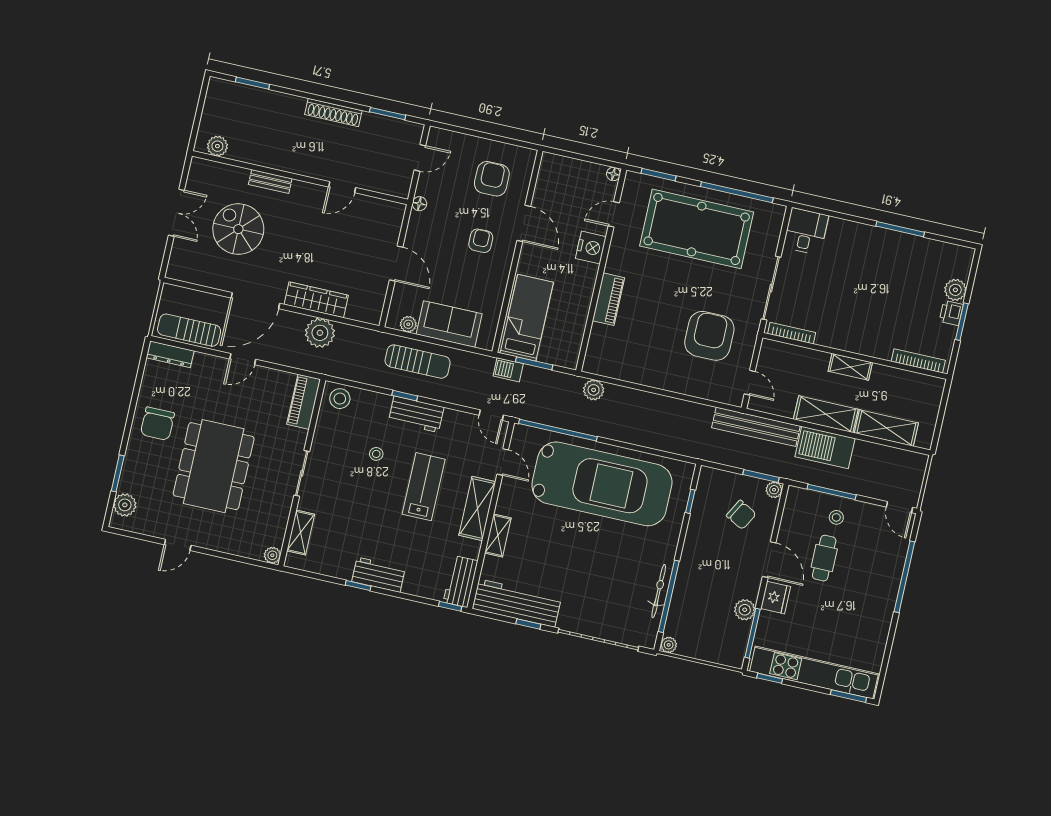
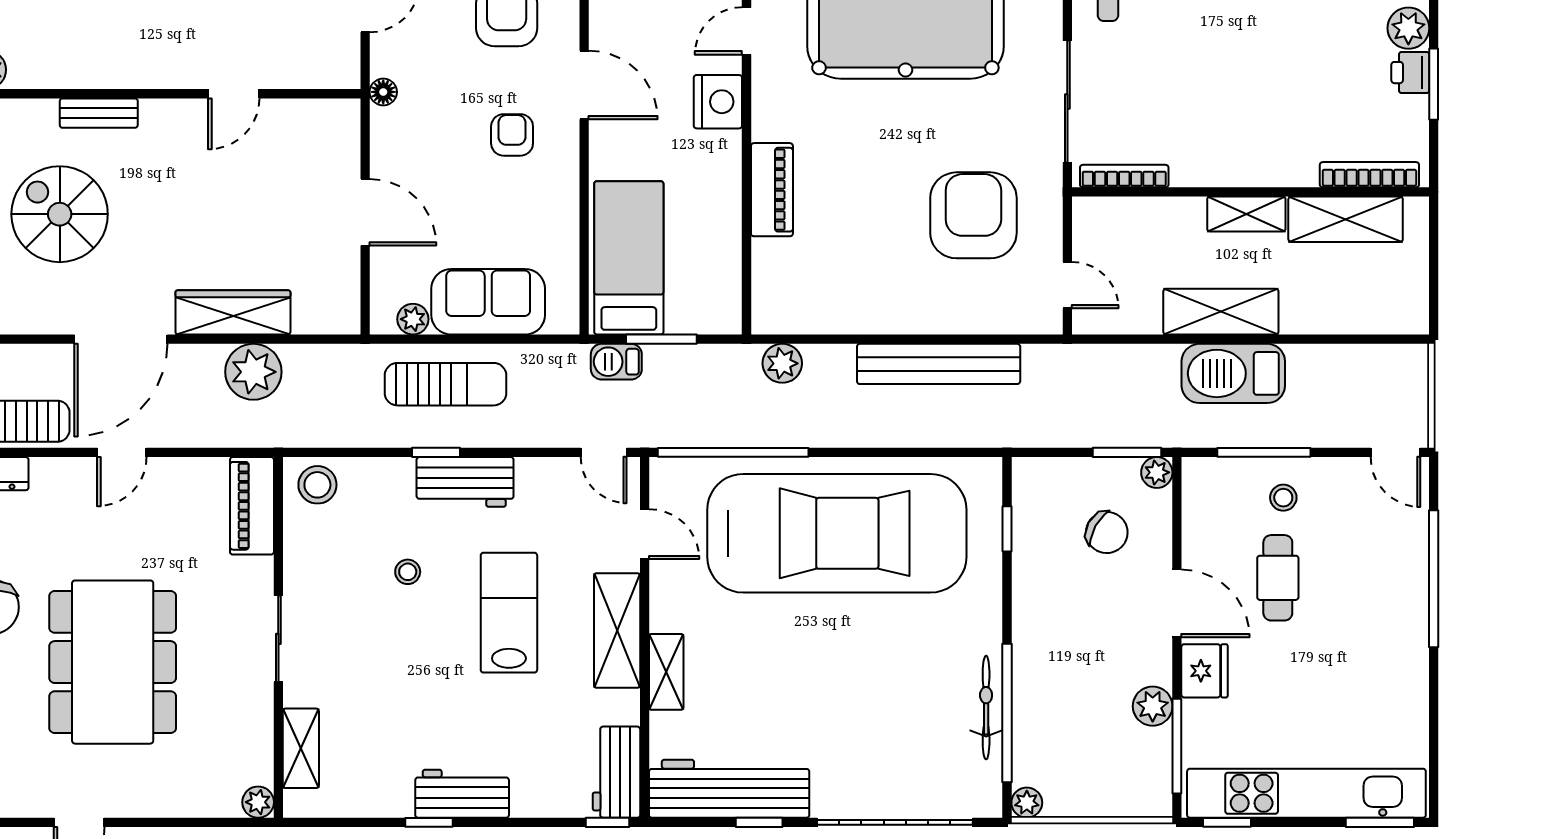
bench: (756, 427) -> (939, 364), moved
shelving: (886, 428) -> (1346, 219), moved

